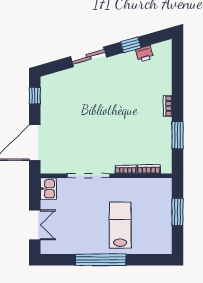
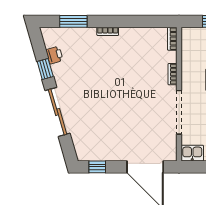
sliding door: (89, 57) -> (58, 112), width x1.37
window: (177, 135) -> (73, 21), moved
bookcase: (149, 169) -> (172, 39), moved

